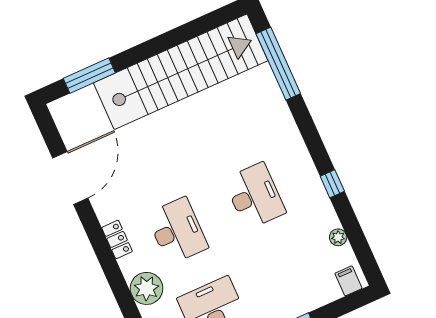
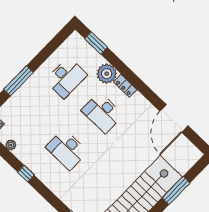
window: (89, 76) -> (176, 190), moved
locker: (117, 239) -> (125, 86), moved

